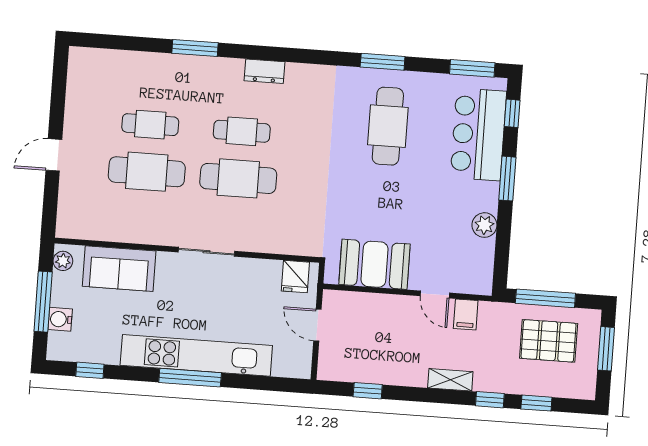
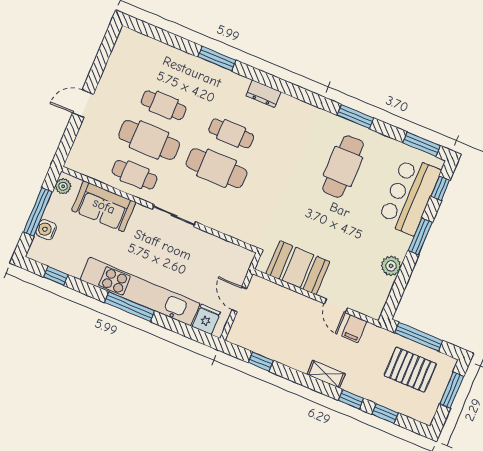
cafe table: (143, 219) -> (134, 175), added
fridge: (295, 277) -> (206, 319), moved, turned 180

